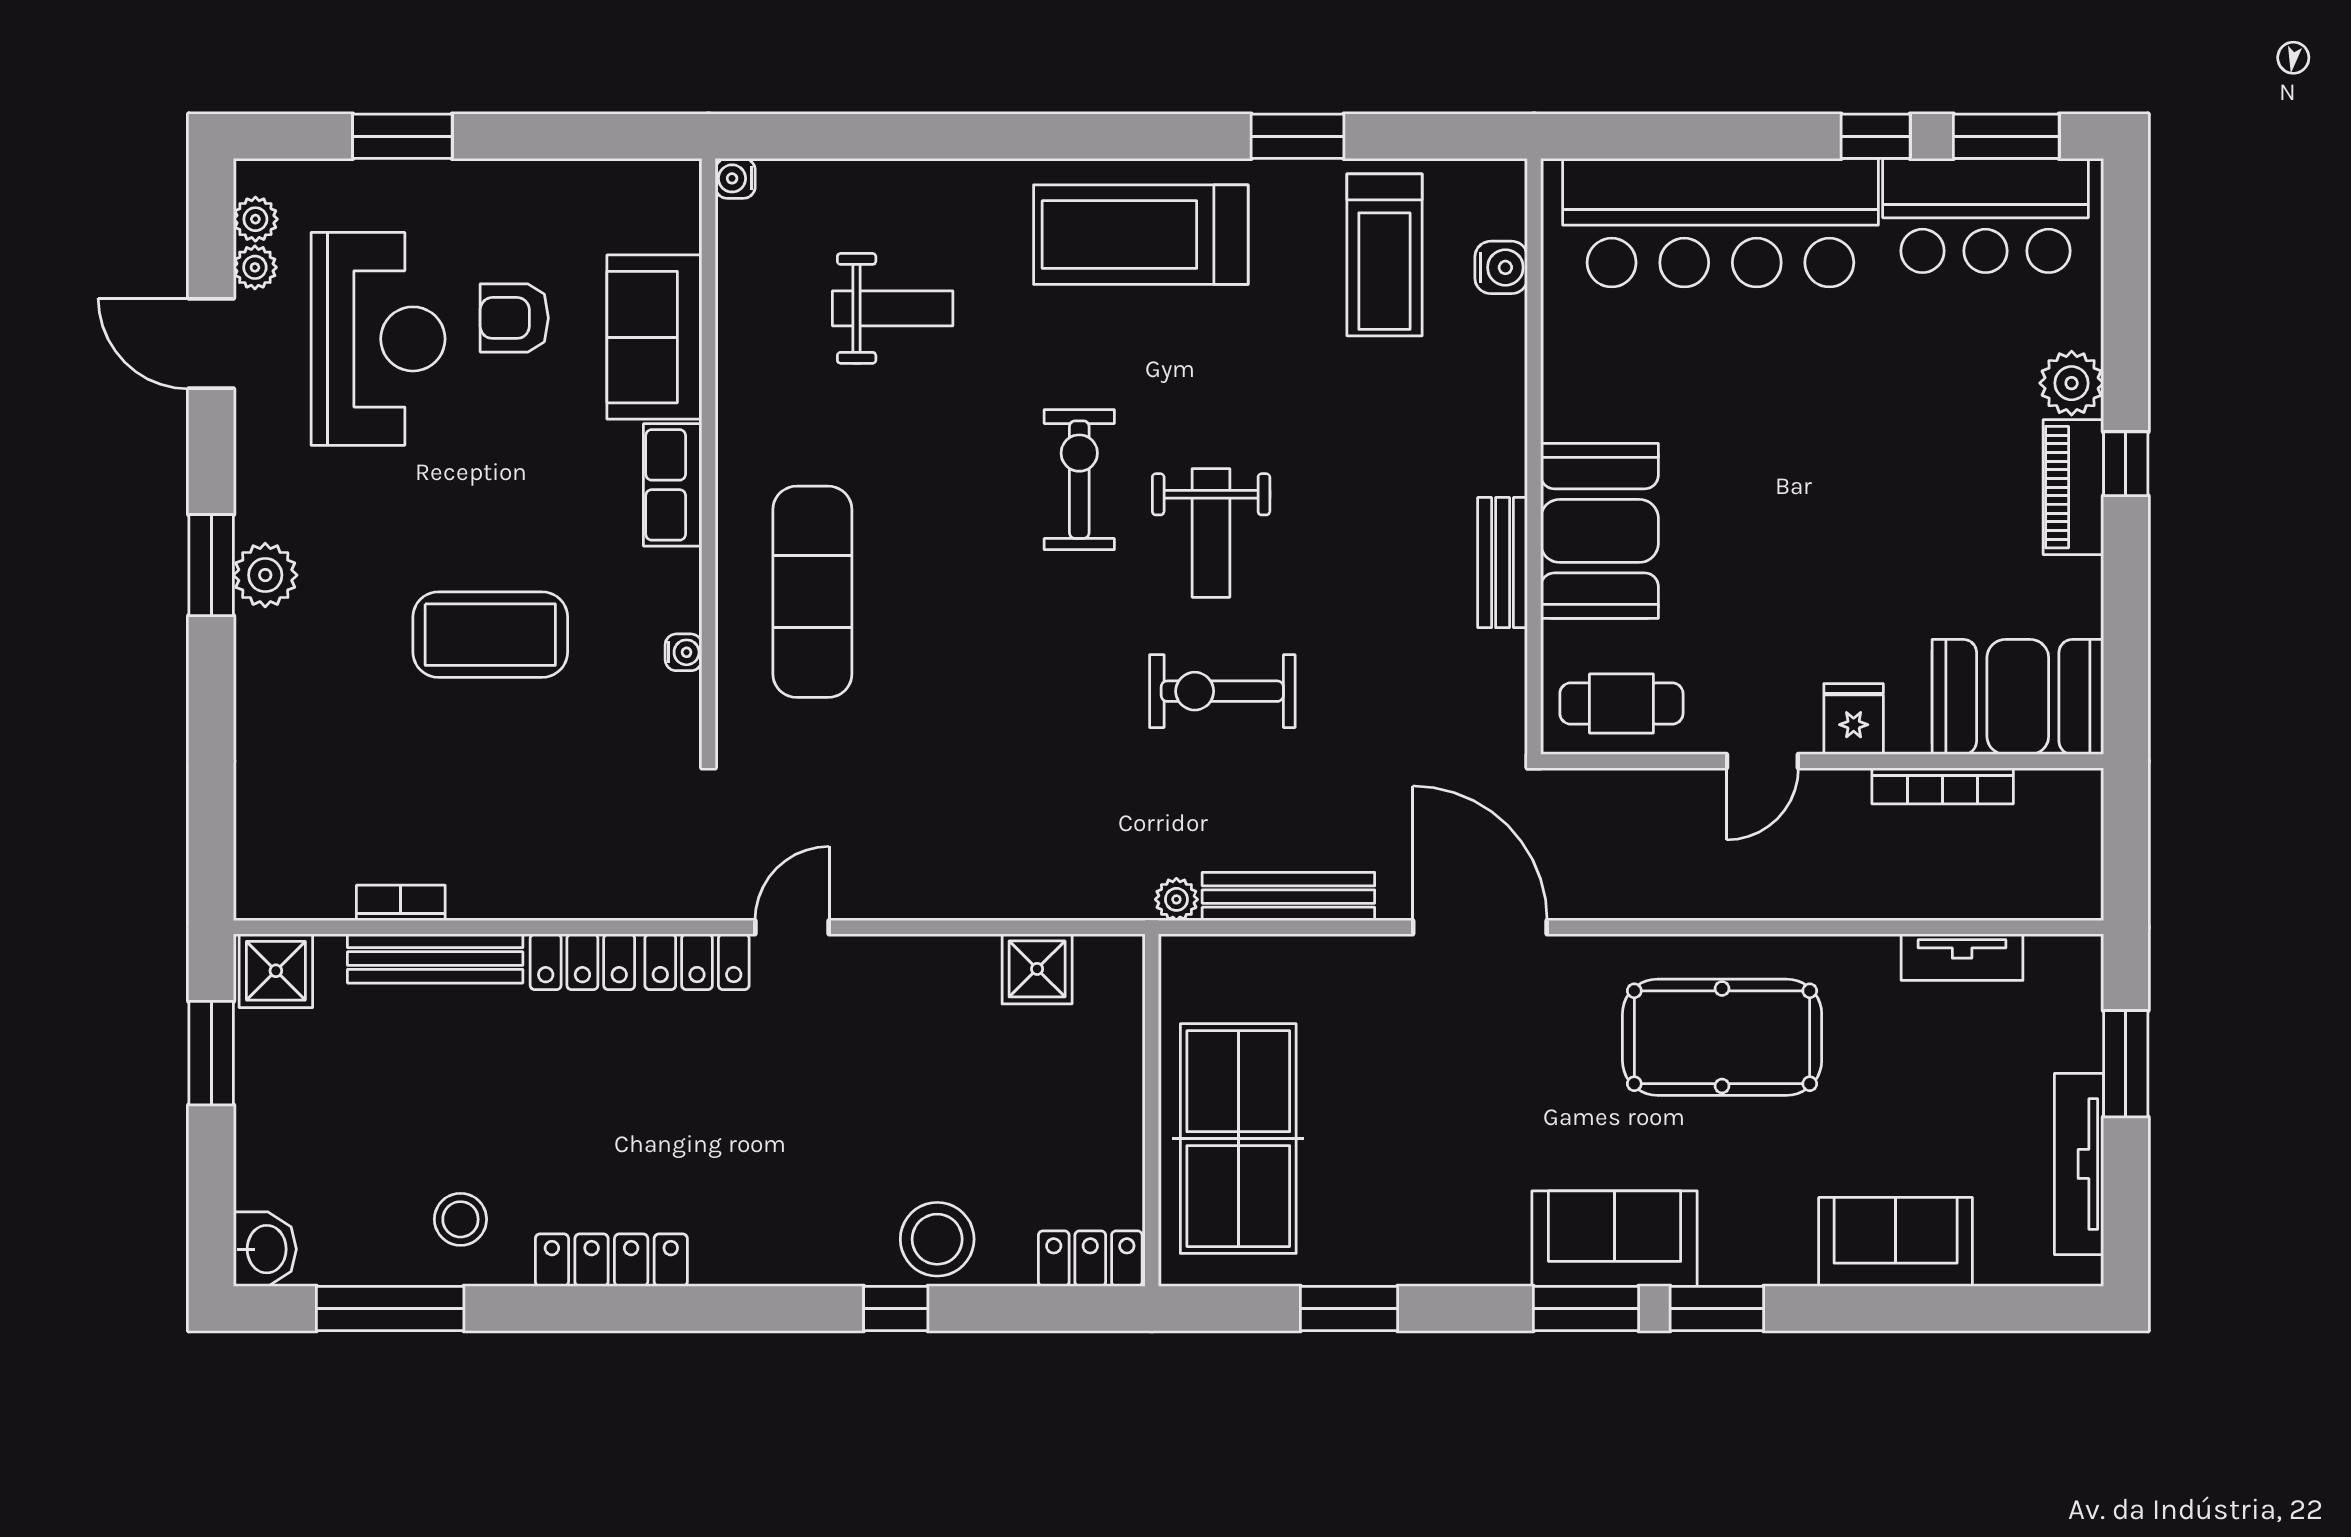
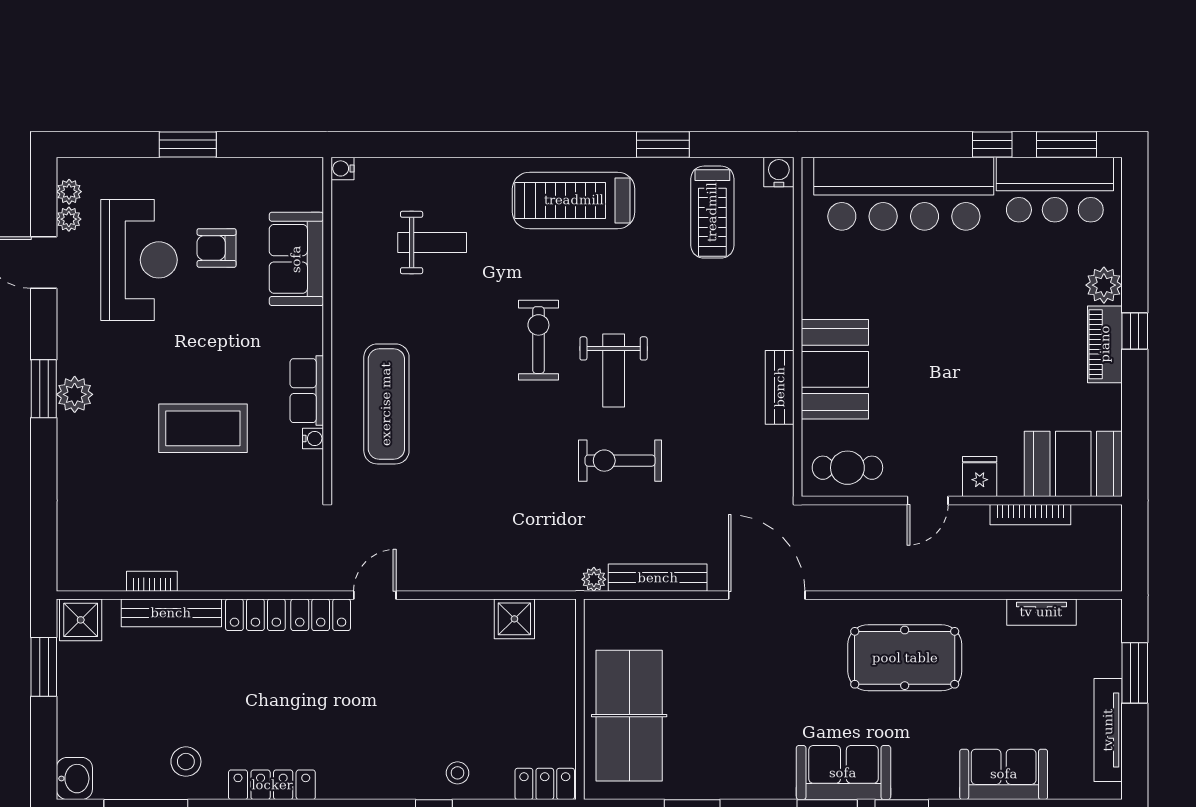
window: (402, 136) -> (188, 144), moved
water cooler: (1501, 267) -> (779, 172), moved, turned -90
row of seats: (673, 485) -> (307, 391), moved
stool: (937, 1239) -> (458, 773), width x0.53, depth x0.53

